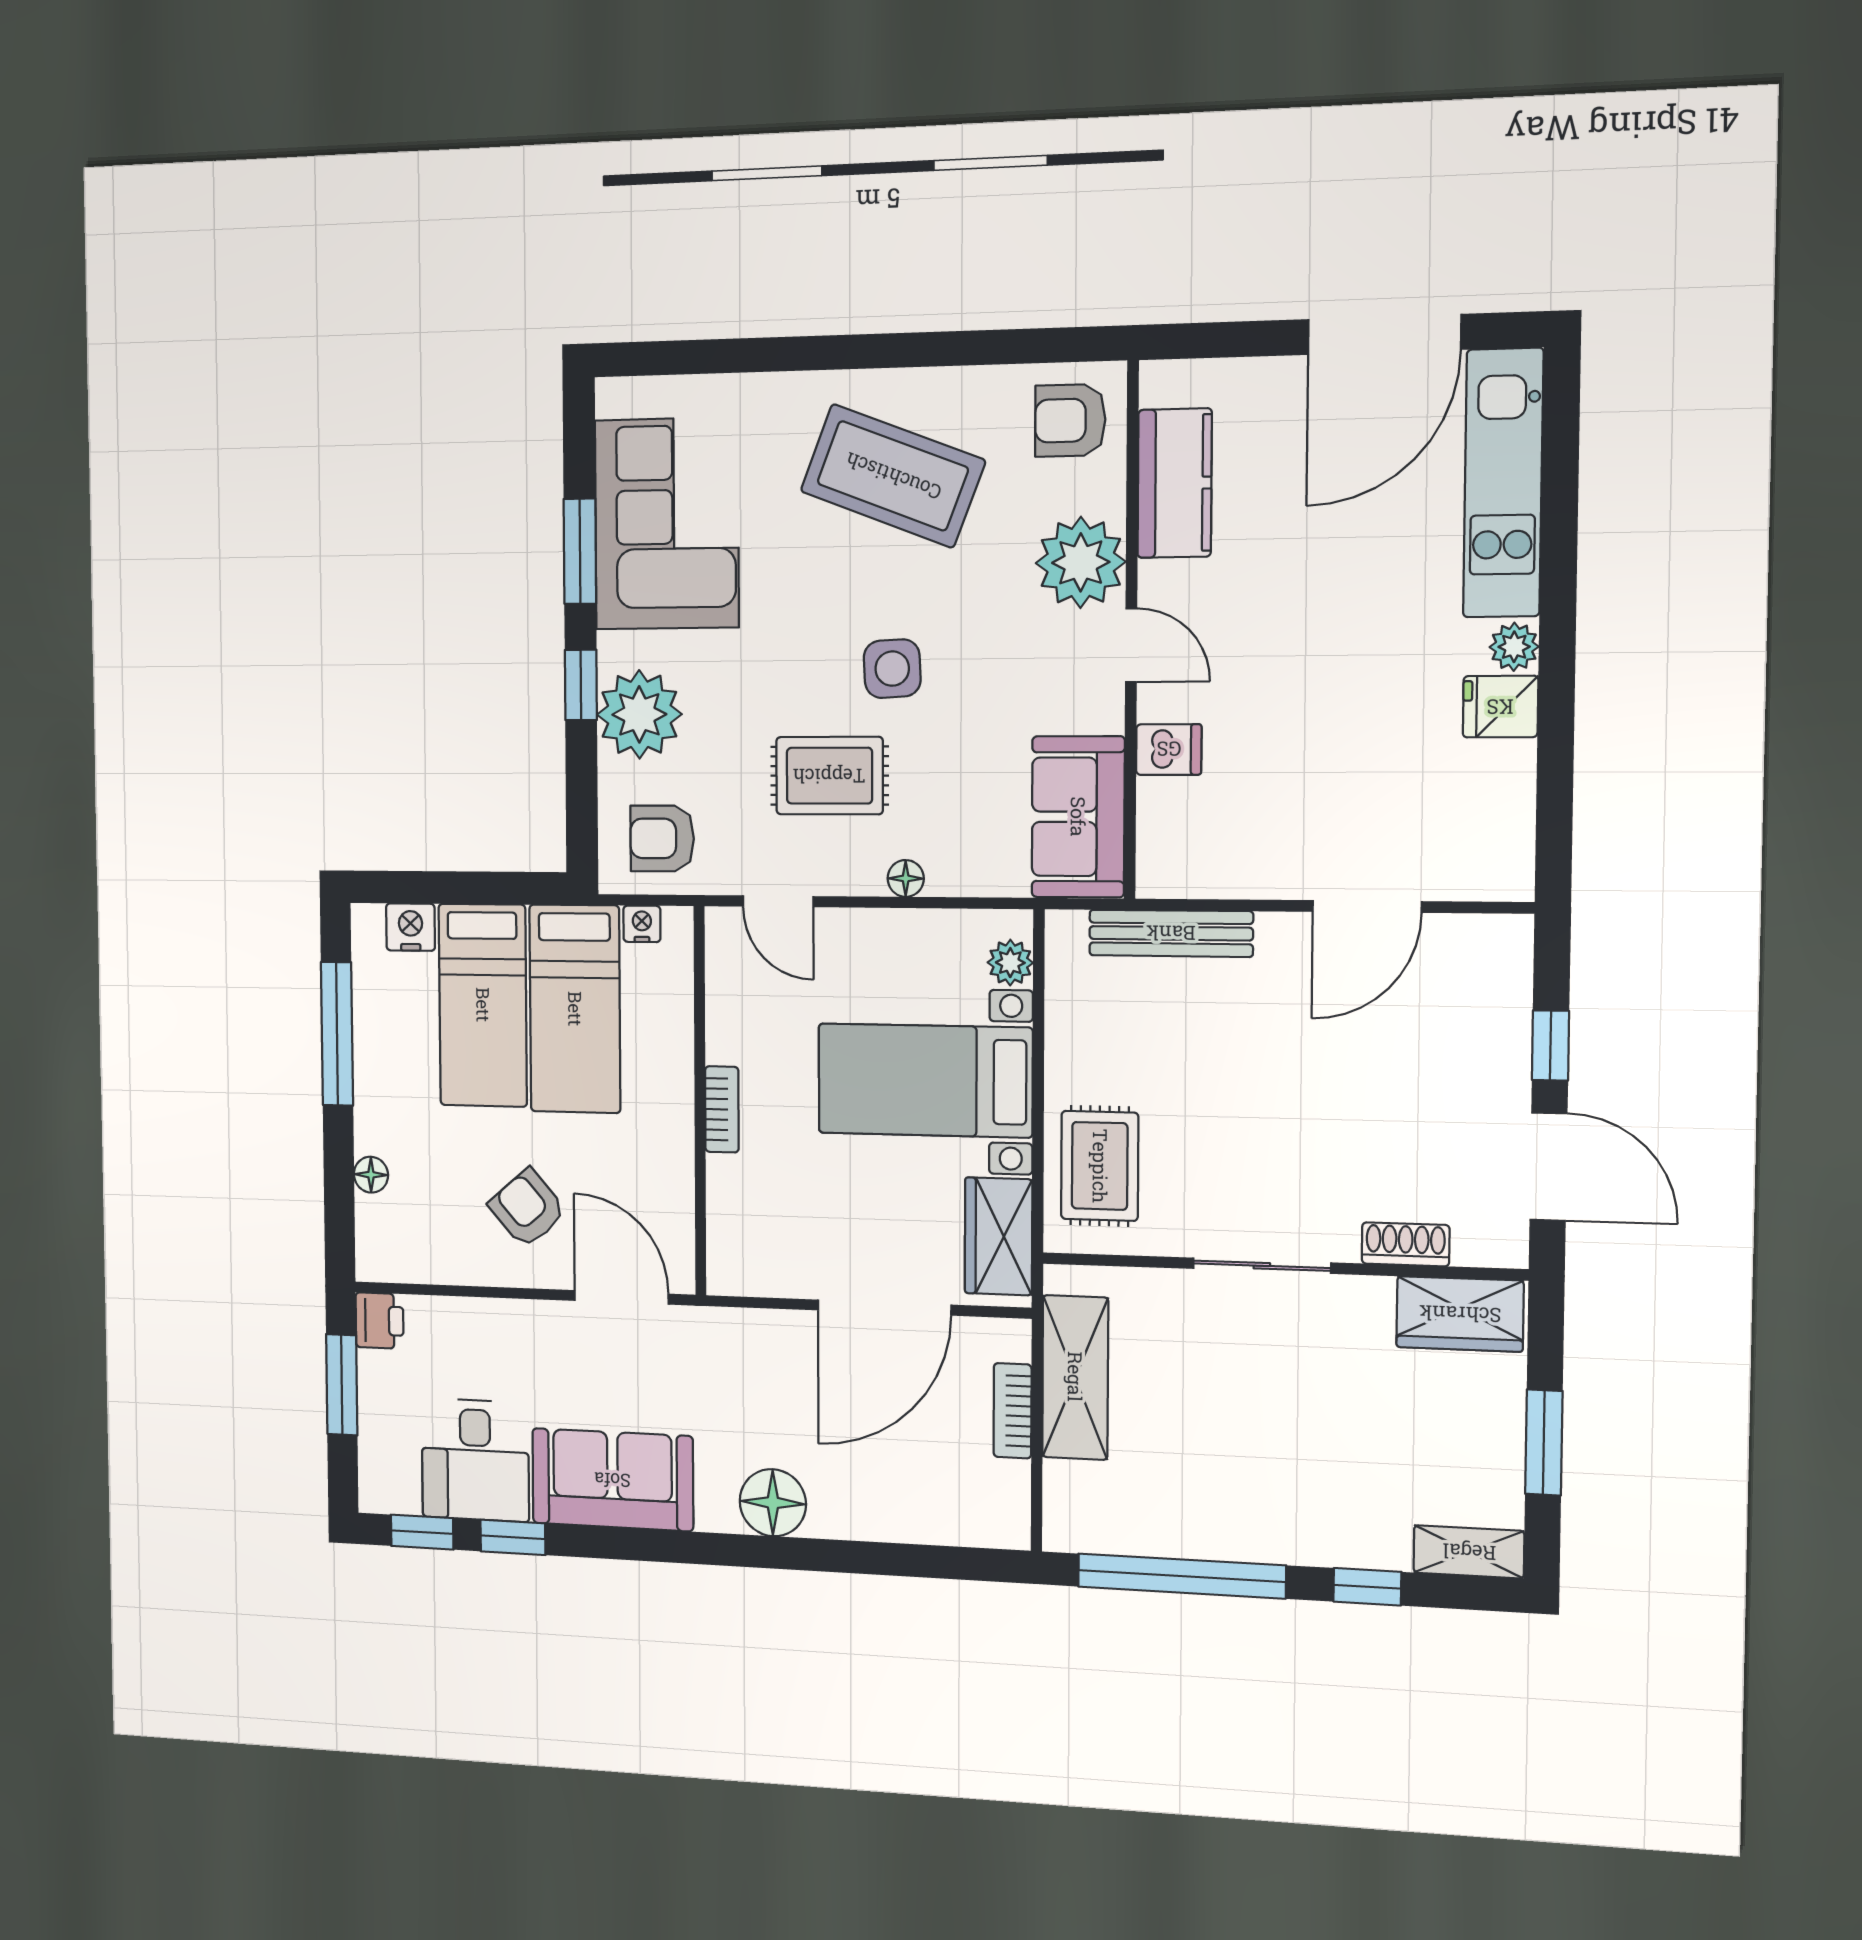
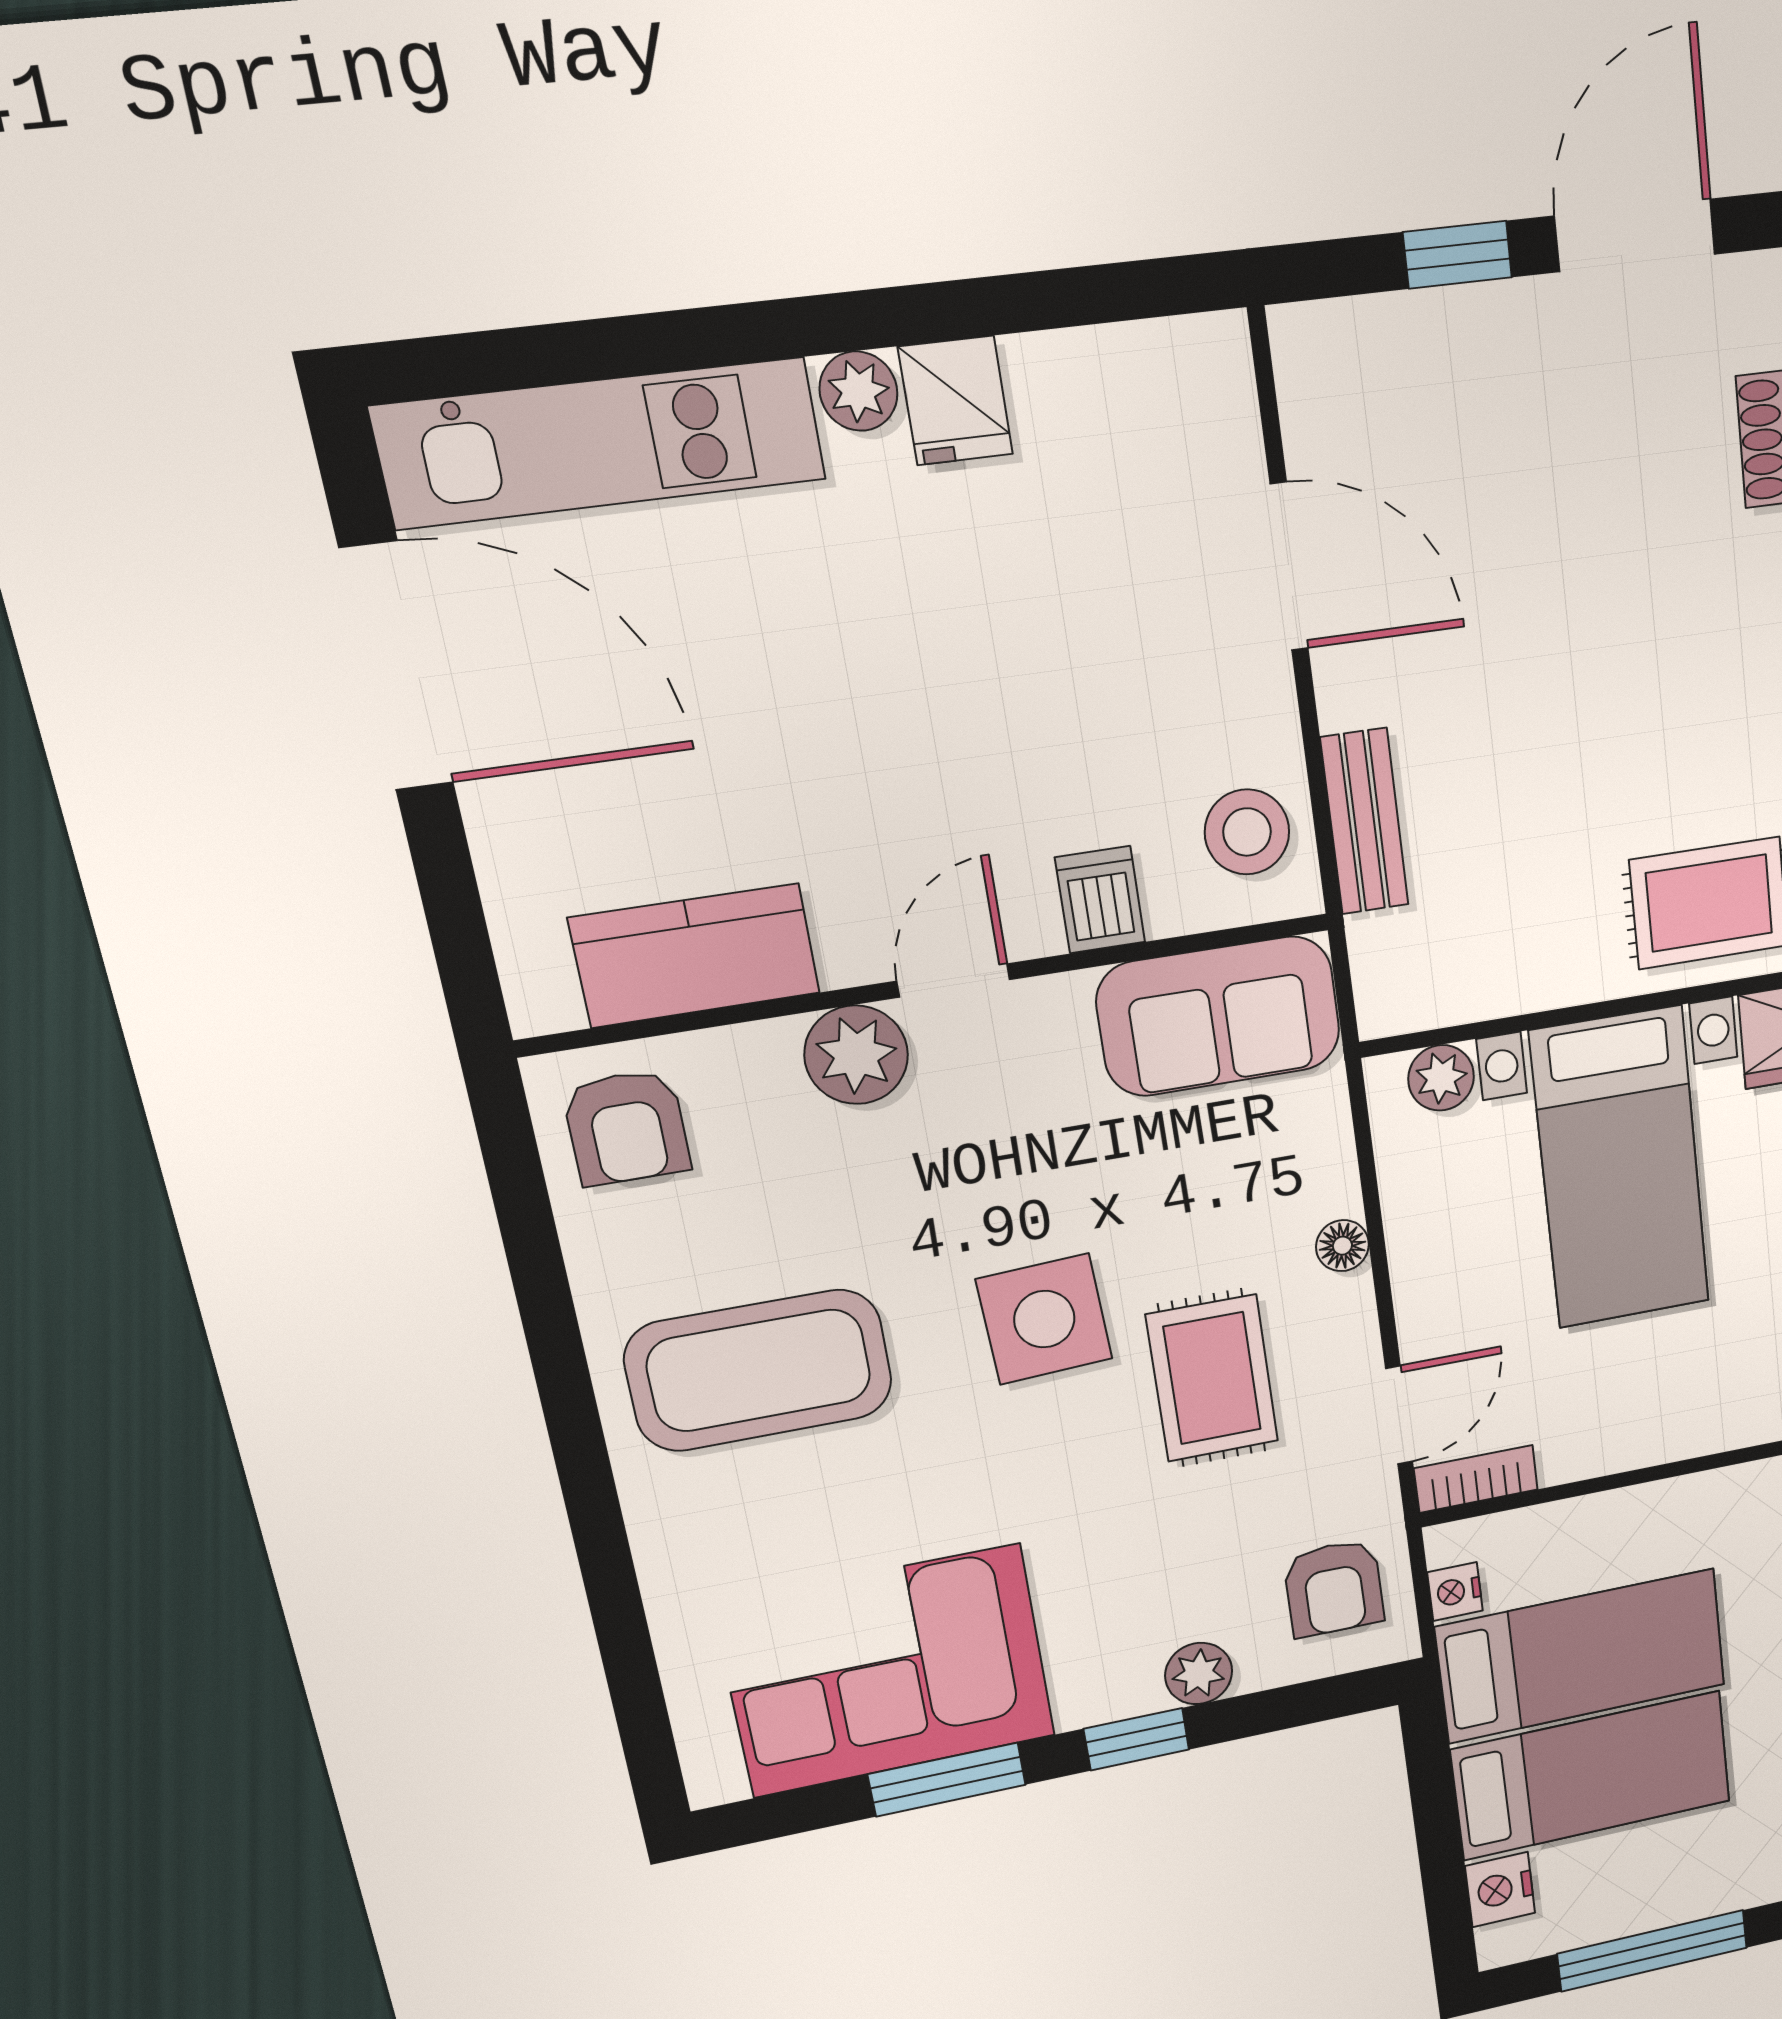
coffee table: (893, 476) -> (759, 1370), turned 69
plant: (1081, 562) -> (856, 1055), width x0.73, depth x0.73
side table: (892, 669) -> (1044, 1319), width x1.37, depth x1.37
plant: (639, 714) -> (1199, 1674), width x0.53, depth x0.53
stool: (1198, 854) -> (1247, 832), added
bench: (1171, 933) -> (1364, 821), width x0.73
bookcase: (722, 1109) -> (1476, 1479), moved

